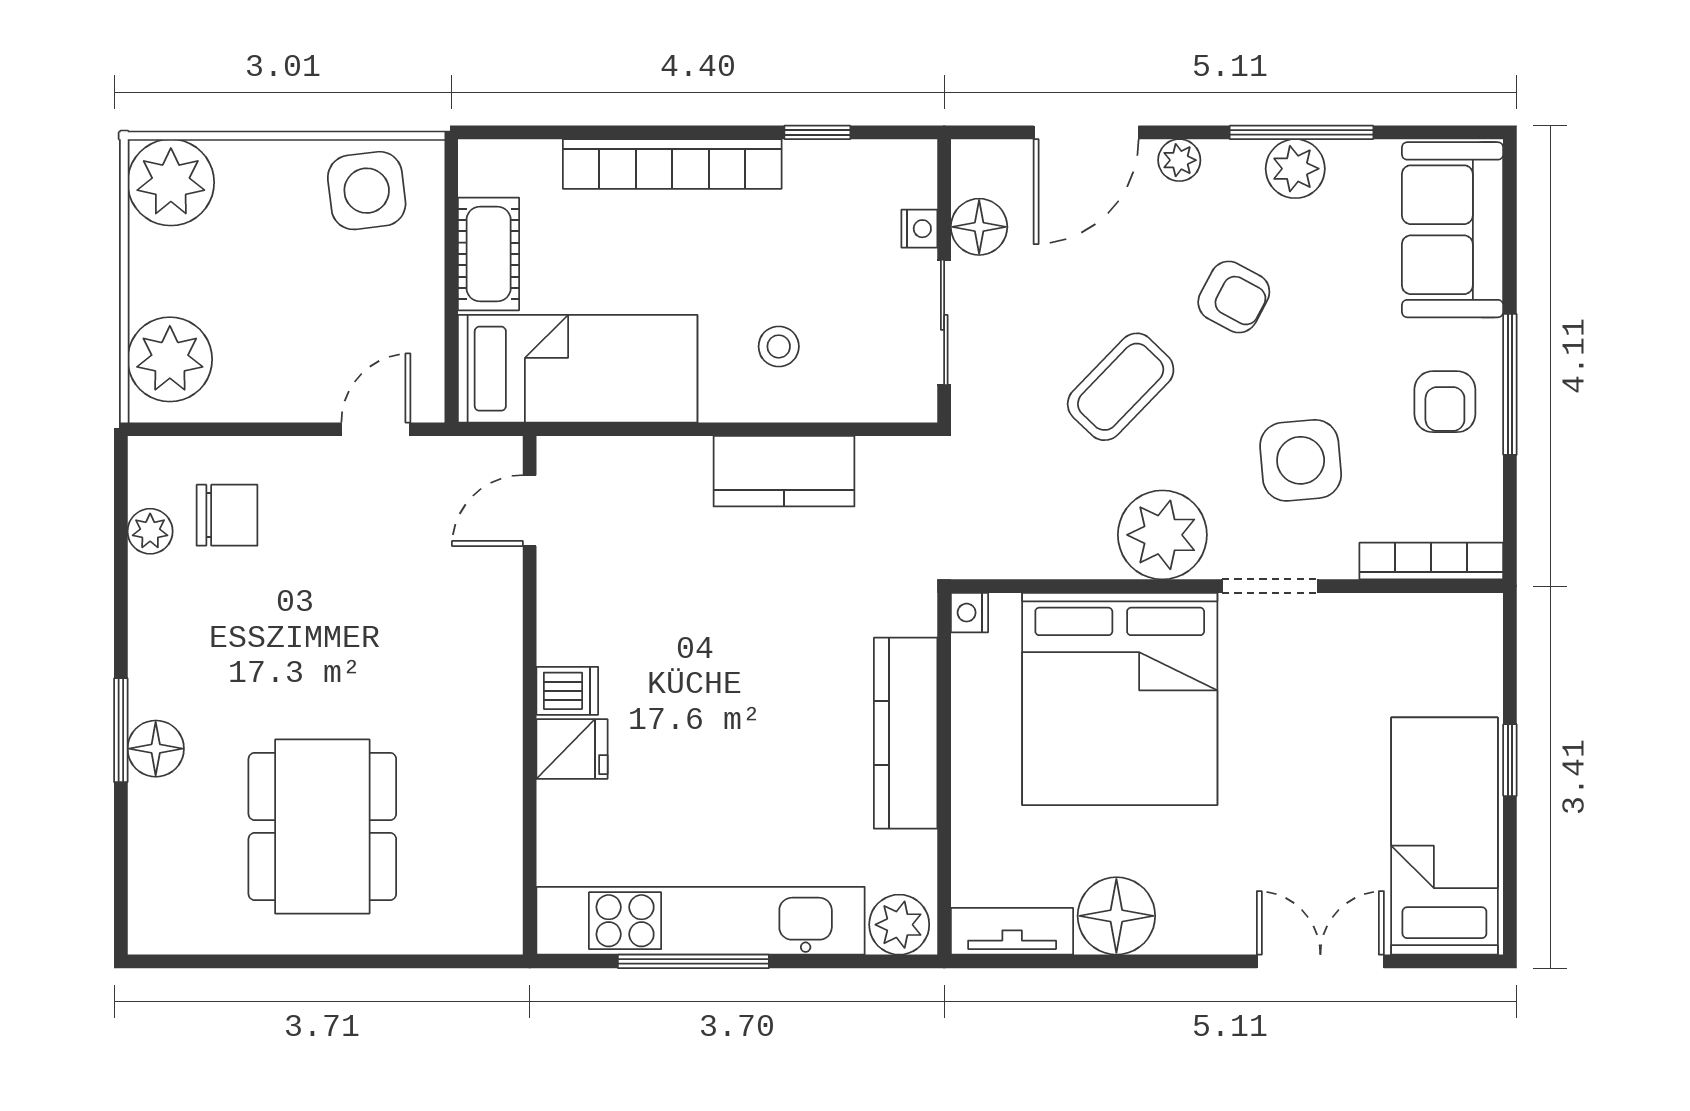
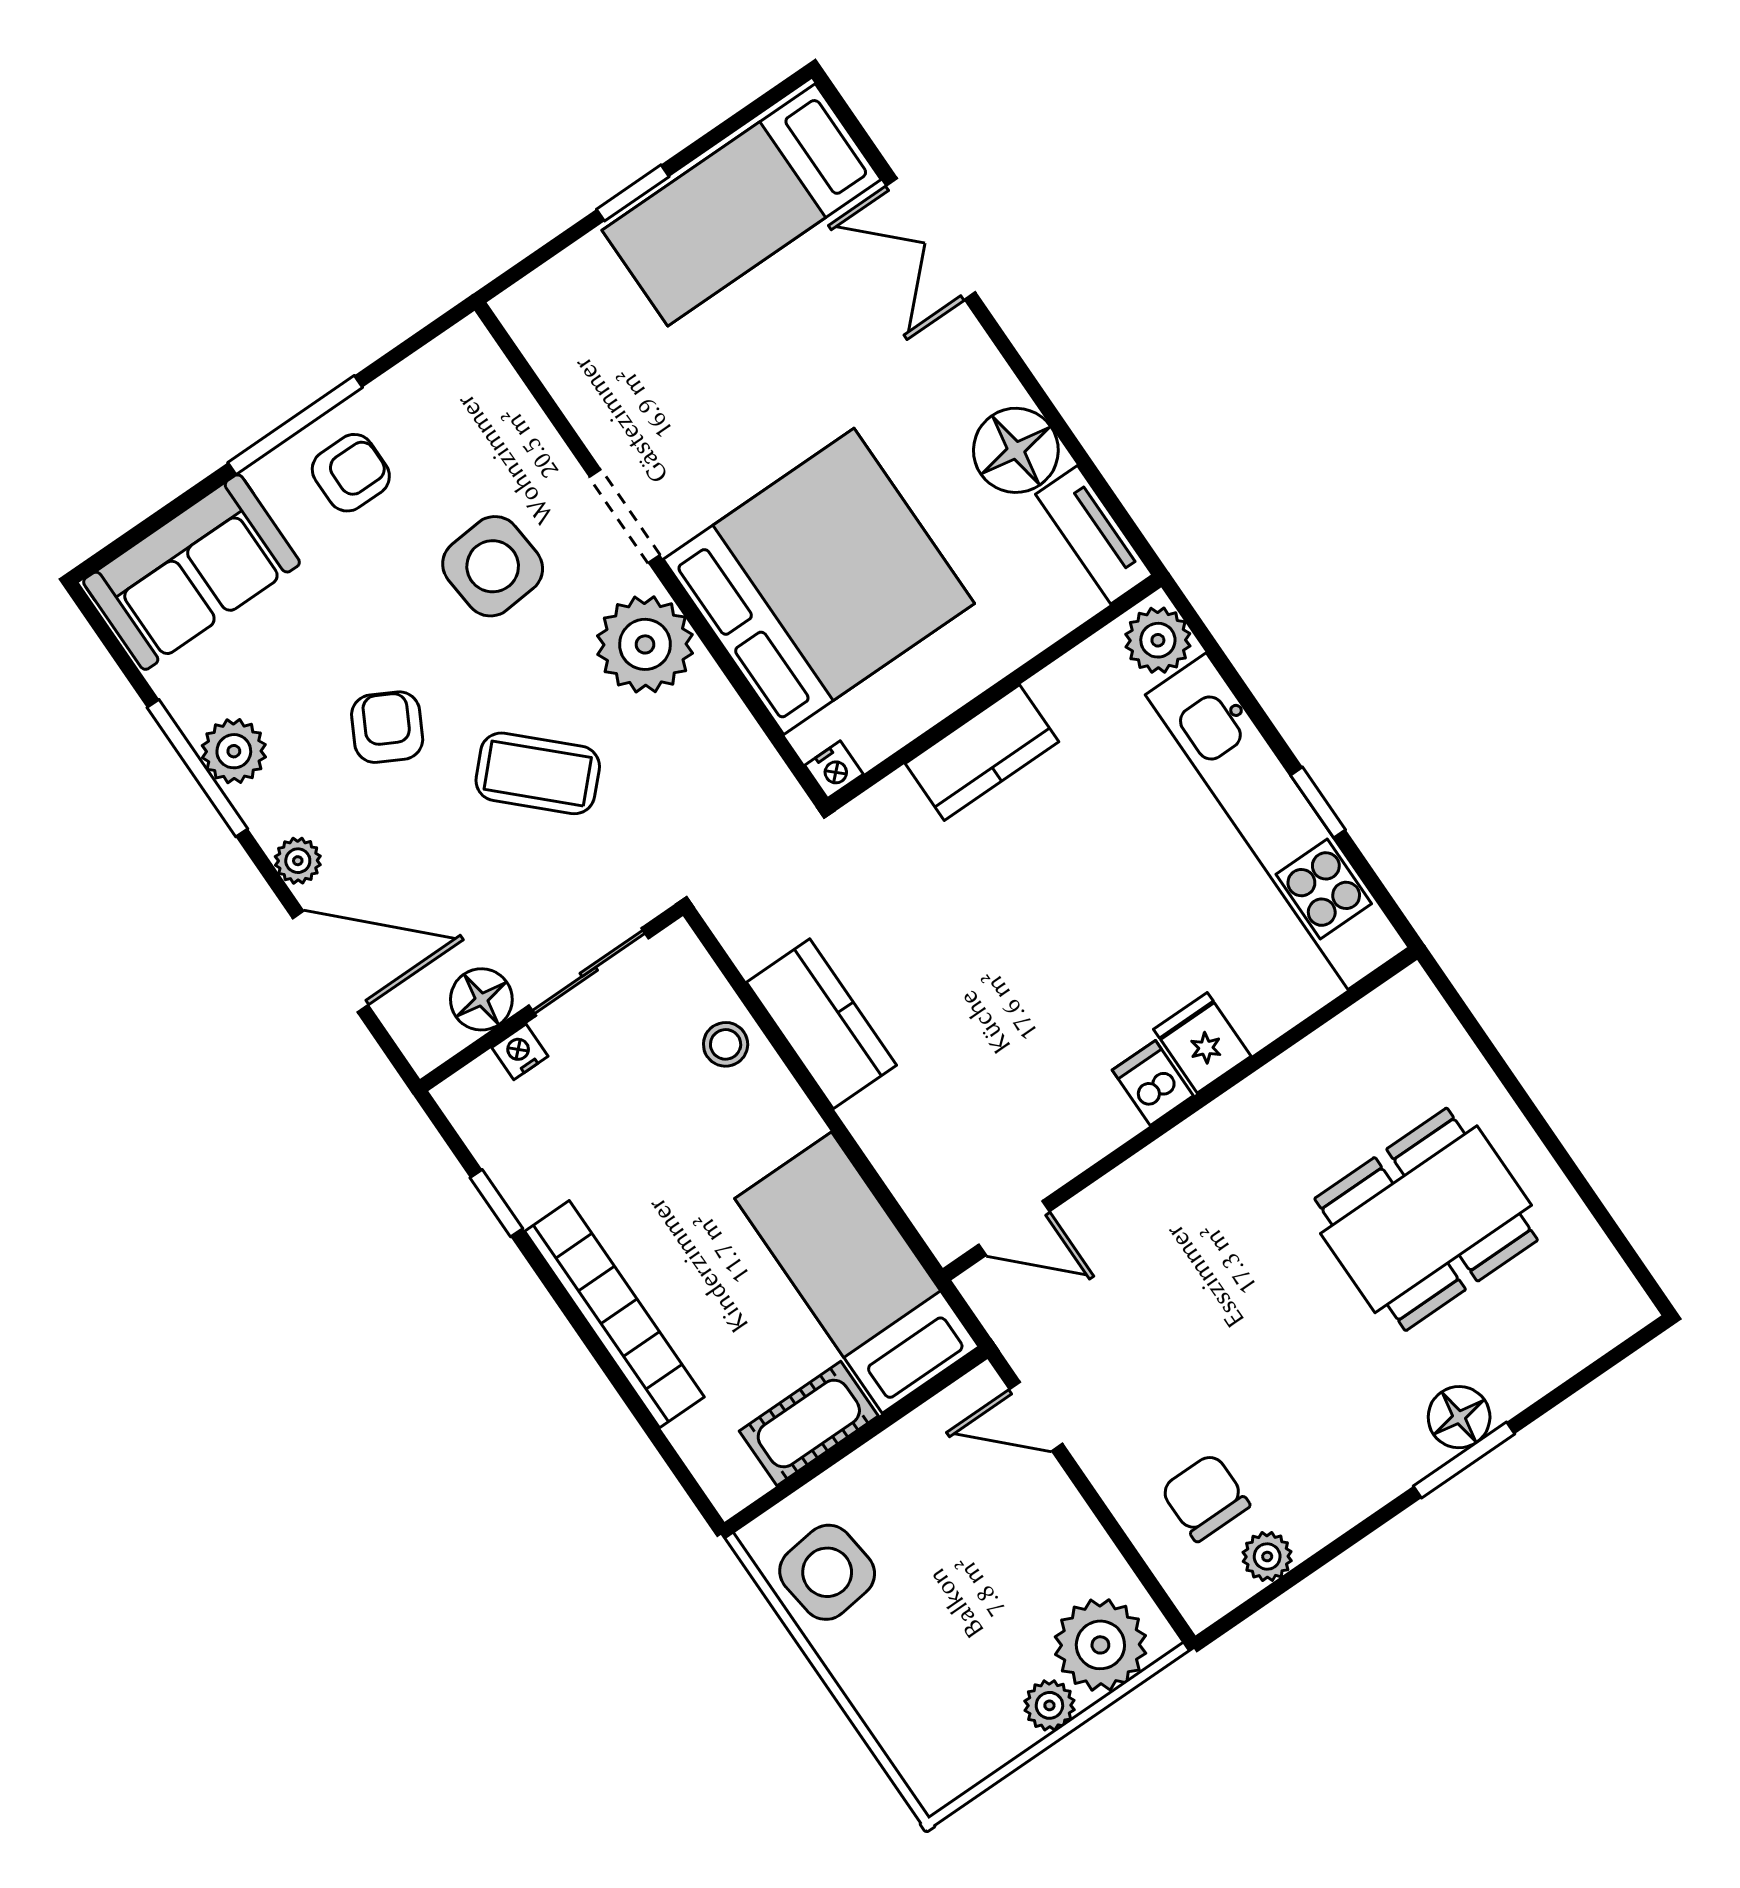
plant: (171, 182) -> (1049, 1705), moved, width x0.53, depth x0.53
stool: (779, 346) -> (726, 1044), moved
bookcase: (1431, 561) -> (502, 387), removed
kitchen counter: (906, 733) -> (982, 753), width x0.67
window: (693, 961) -> (1318, 802), width x0.46

